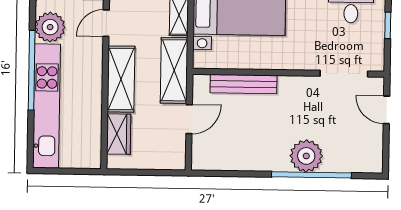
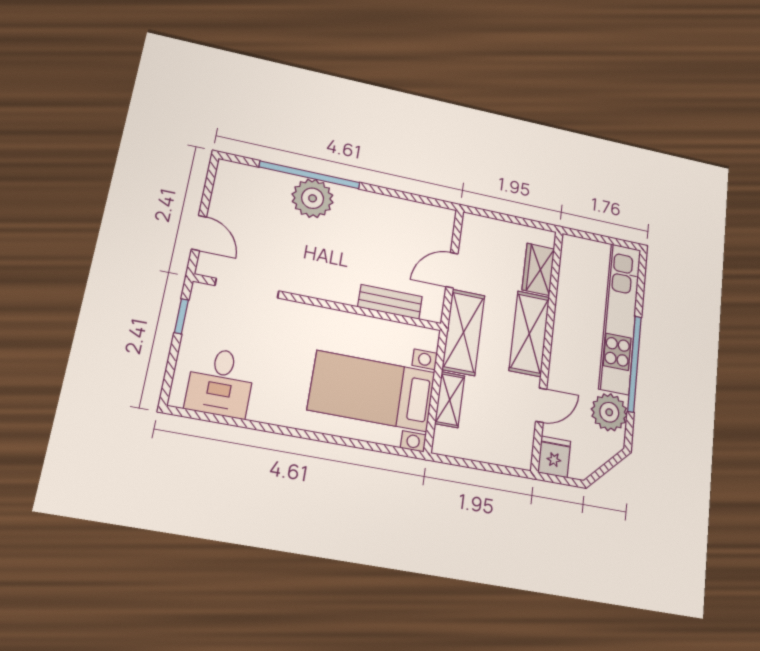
window: (388, 25) -> (181, 316), moved
bench: (243, 84) -> (390, 302), width x0.73

